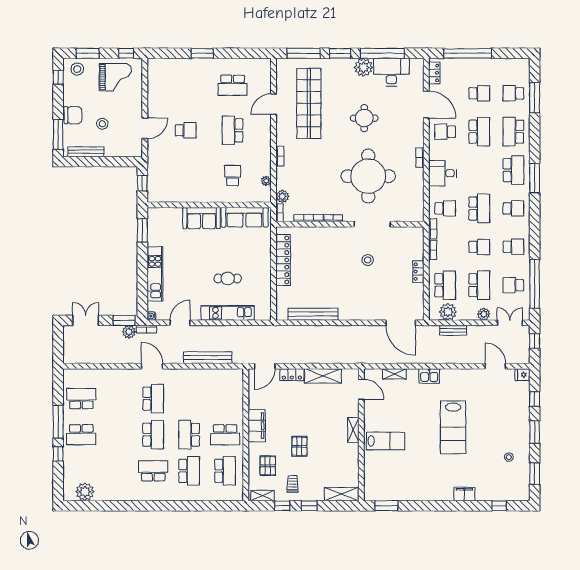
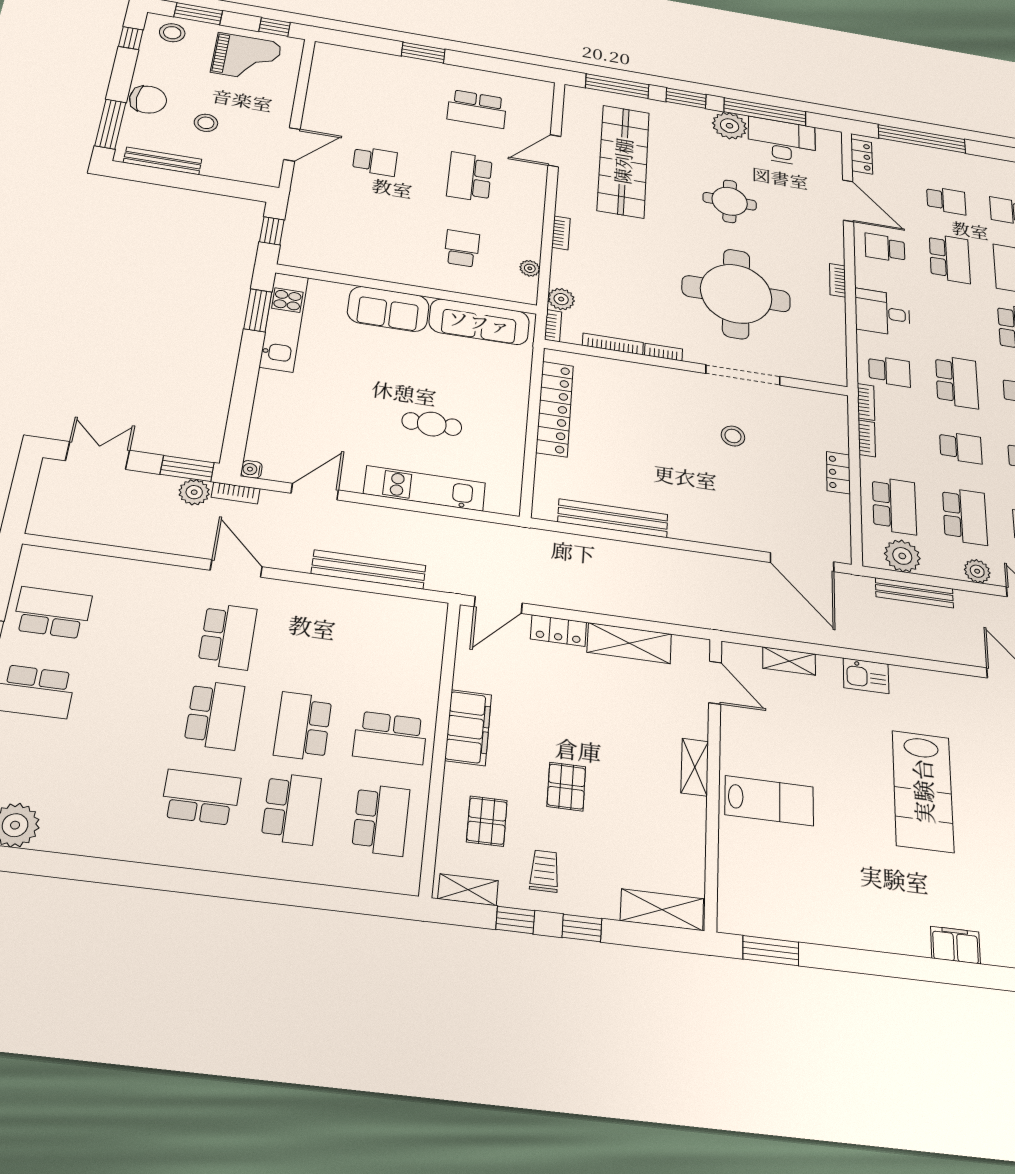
kitchen unit: (155, 274) -> (284, 322), moved
bench: (453, 330) -> (914, 593), width x1.36

